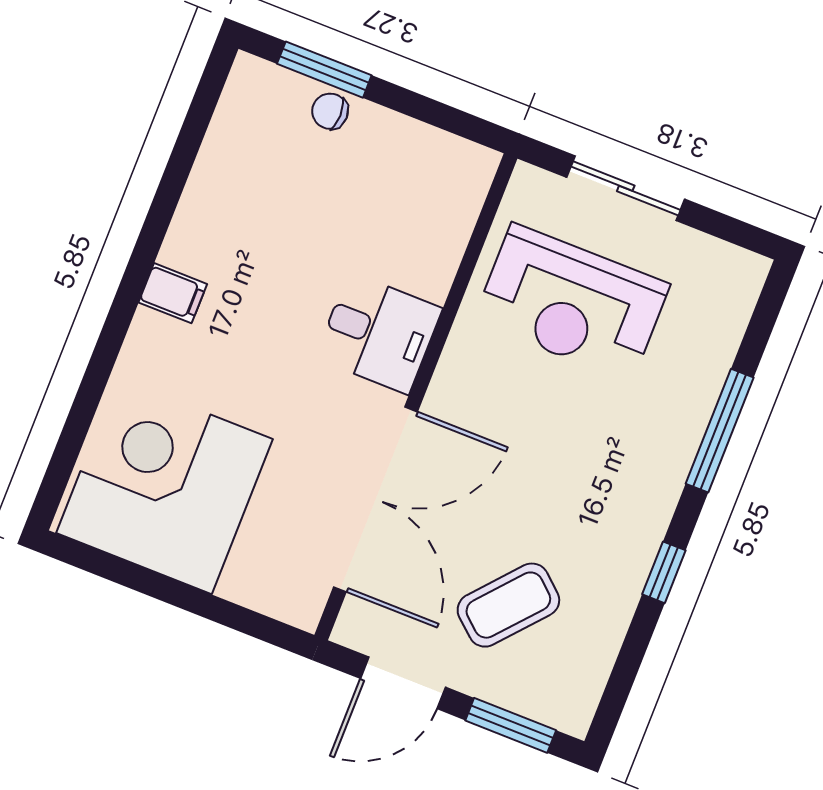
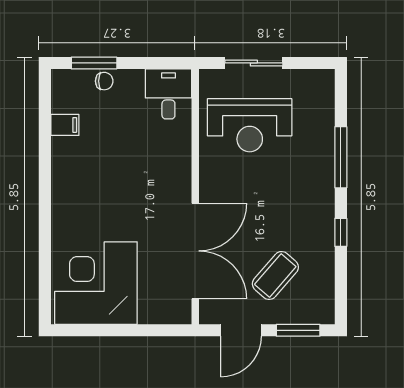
chair: (330, 111) -> (104, 81), turned 180
filing cabinet: (173, 293) -> (65, 125), moved
desk: (379, 333) -> (168, 94), moved, turned -90

